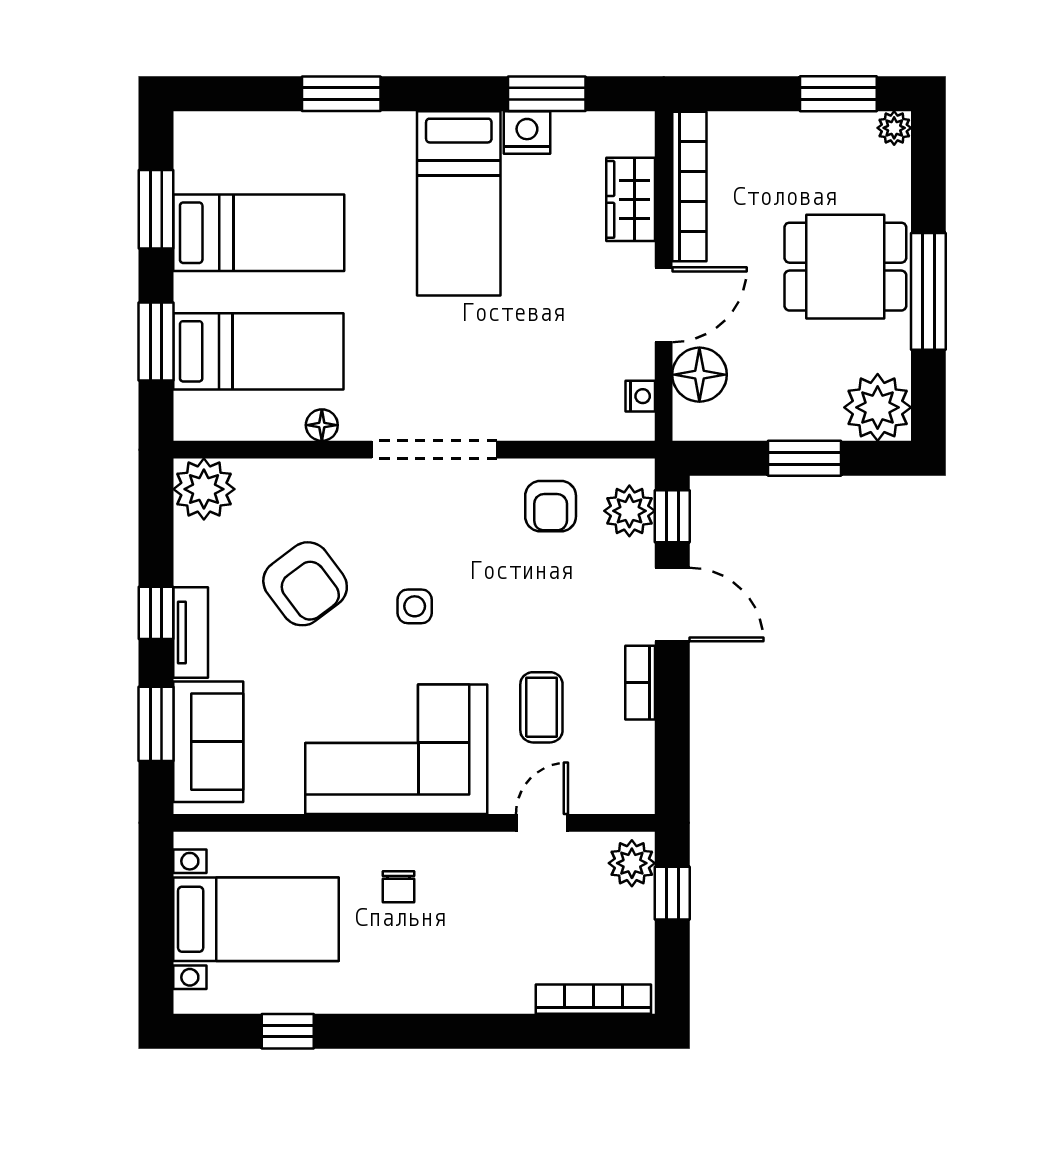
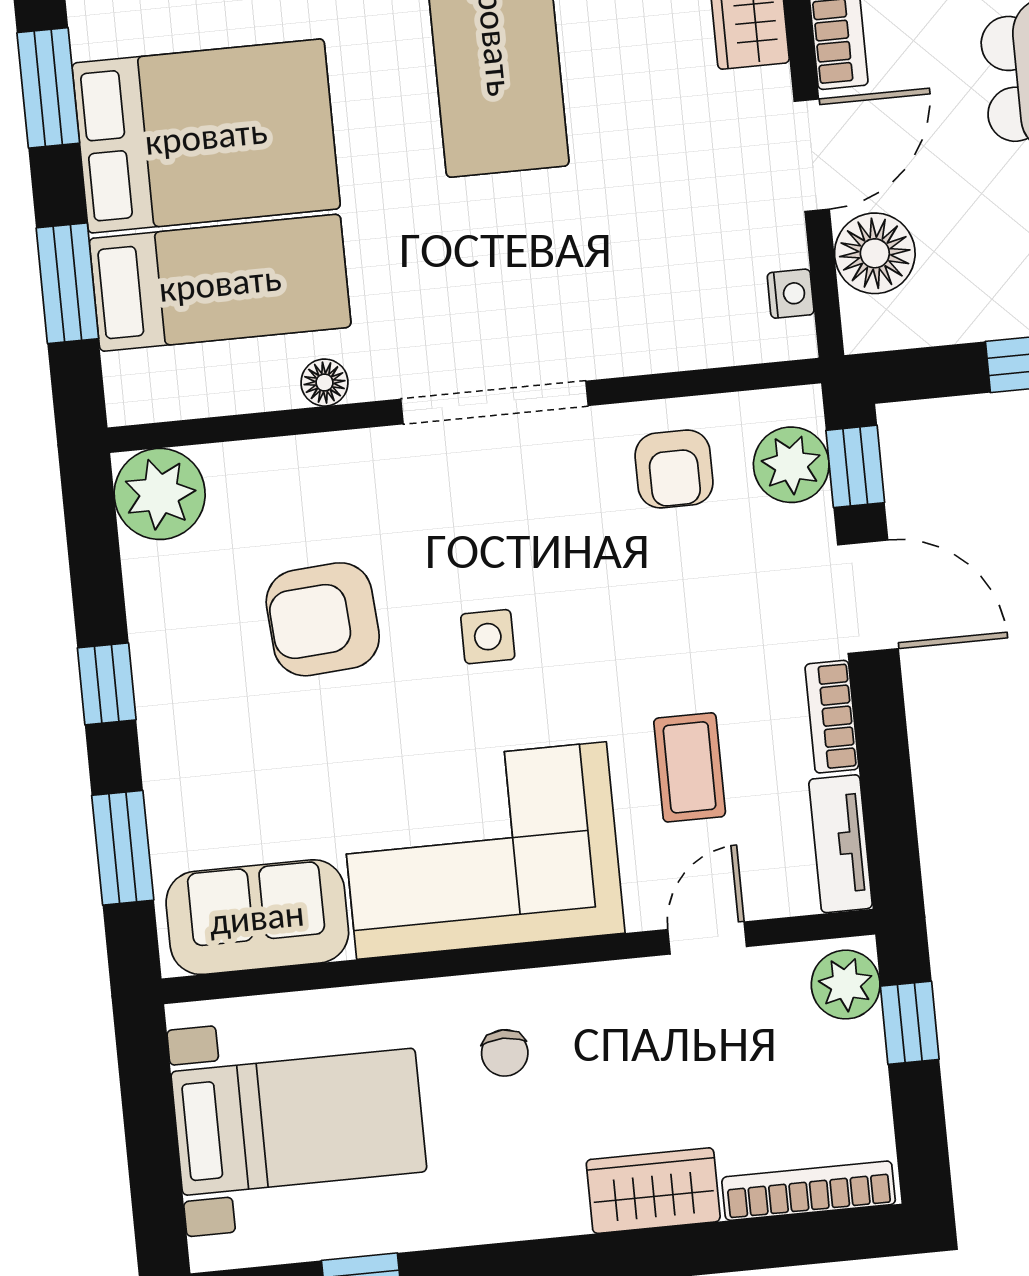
bed: (259, 233) -> (206, 136), width x1.50
armchair: (305, 584) -> (323, 619), turned 123
tv unit: (191, 633) -> (841, 844), moved, turned 180
sofa: (208, 742) -> (257, 917), moved, turned -90
wardrobe: (489, 989) -> (653, 1191), added

